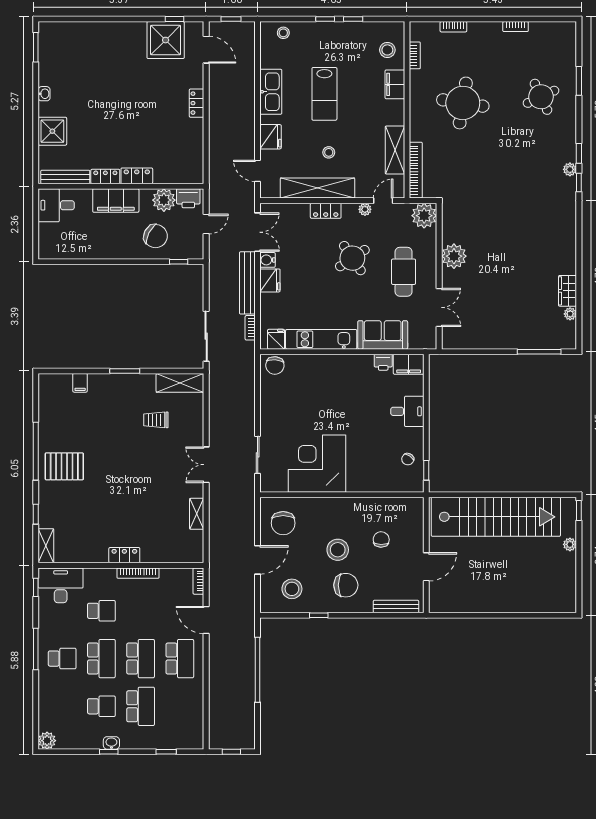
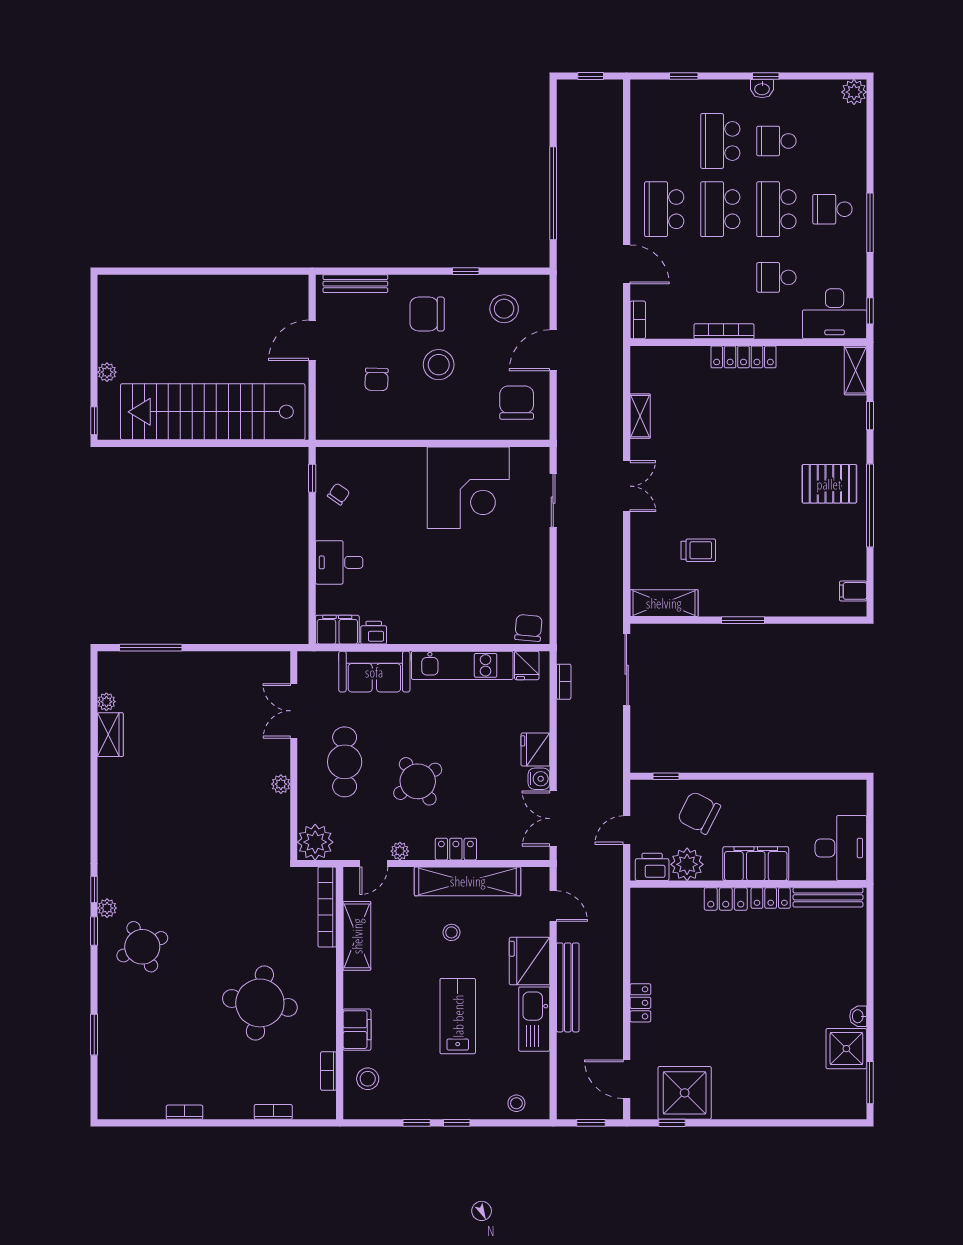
round table: (541, 97) -> (142, 947), moved
shower: (52, 131) -> (846, 1049), moved
fridge: (271, 137) -> (530, 961), width x1.36, depth x1.34
desk: (56, 205) -> (841, 848), width x1.37
plant: (454, 256) -> (281, 784), width x0.53, depth x0.53
bench: (247, 283) -> (568, 987), moved
filing cabinet: (80, 383) -> (853, 591), moved, turned -90
locker: (124, 555) -> (743, 357), width x1.53

